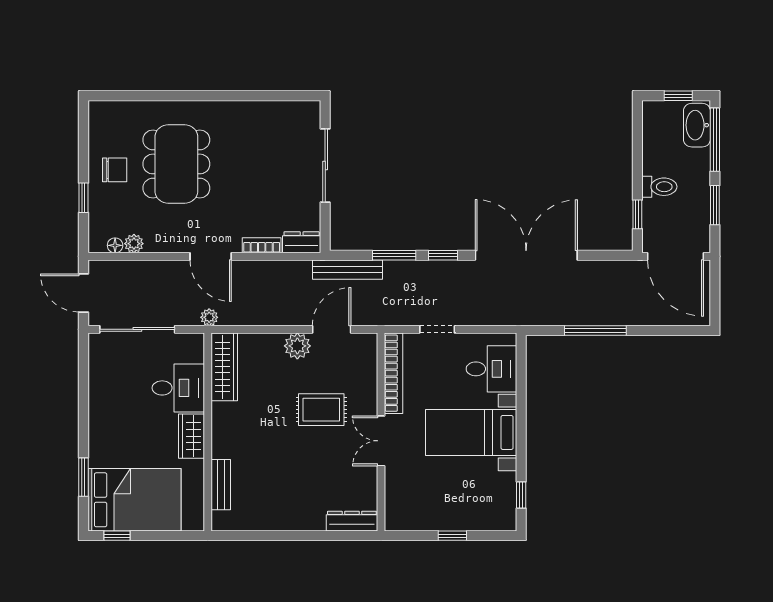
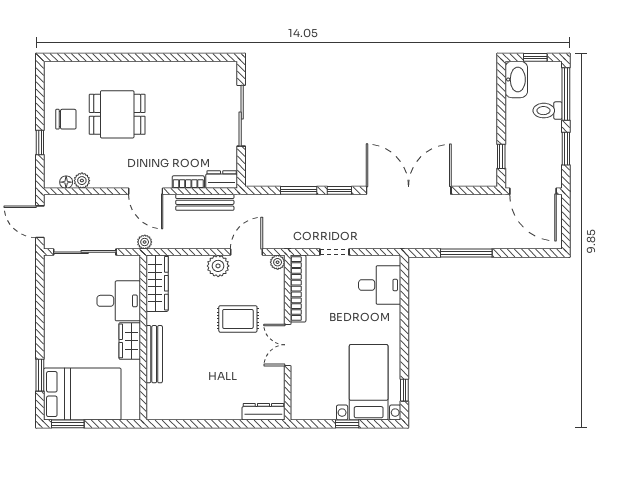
washbasin: (697, 125) -> (516, 80), moved, turned 180
dining table: (176, 164) -> (117, 114), width x0.73
toilet: (659, 187) -> (548, 111), moved, turned 180
bench: (348, 270) -> (205, 202), moved
plant: (369, 342) -> (278, 262), added
bed with nightstands: (471, 432) -> (369, 382), moved, turned 90
bench: (221, 485) -> (154, 354), moved, width x1.36
window: (117, 536) -> (68, 424), width x1.50

